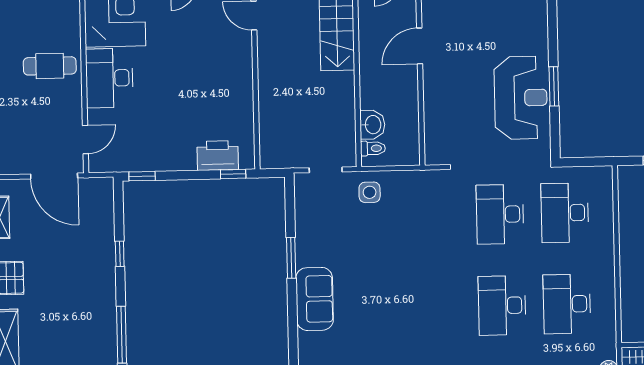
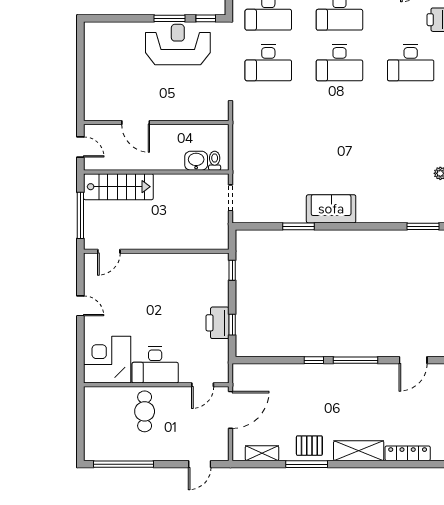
window: (555, 133) -> (206, 18), added
door: (85, 140) -> (203, 385), swing flipped
printer: (218, 156) -> (217, 323), moved
window: (142, 176) -> (232, 325), moved
side table: (370, 192) -> (249, 164), removed
window: (120, 254) -> (314, 360), moved

